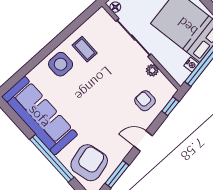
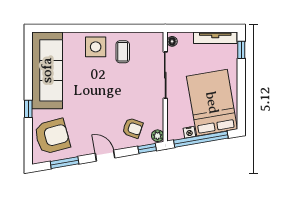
plant: (152, 70) -> (158, 136), moved
armchair: (145, 101) -> (133, 128), turned 109
window: (52, 158) -> (28, 109), width x0.32

